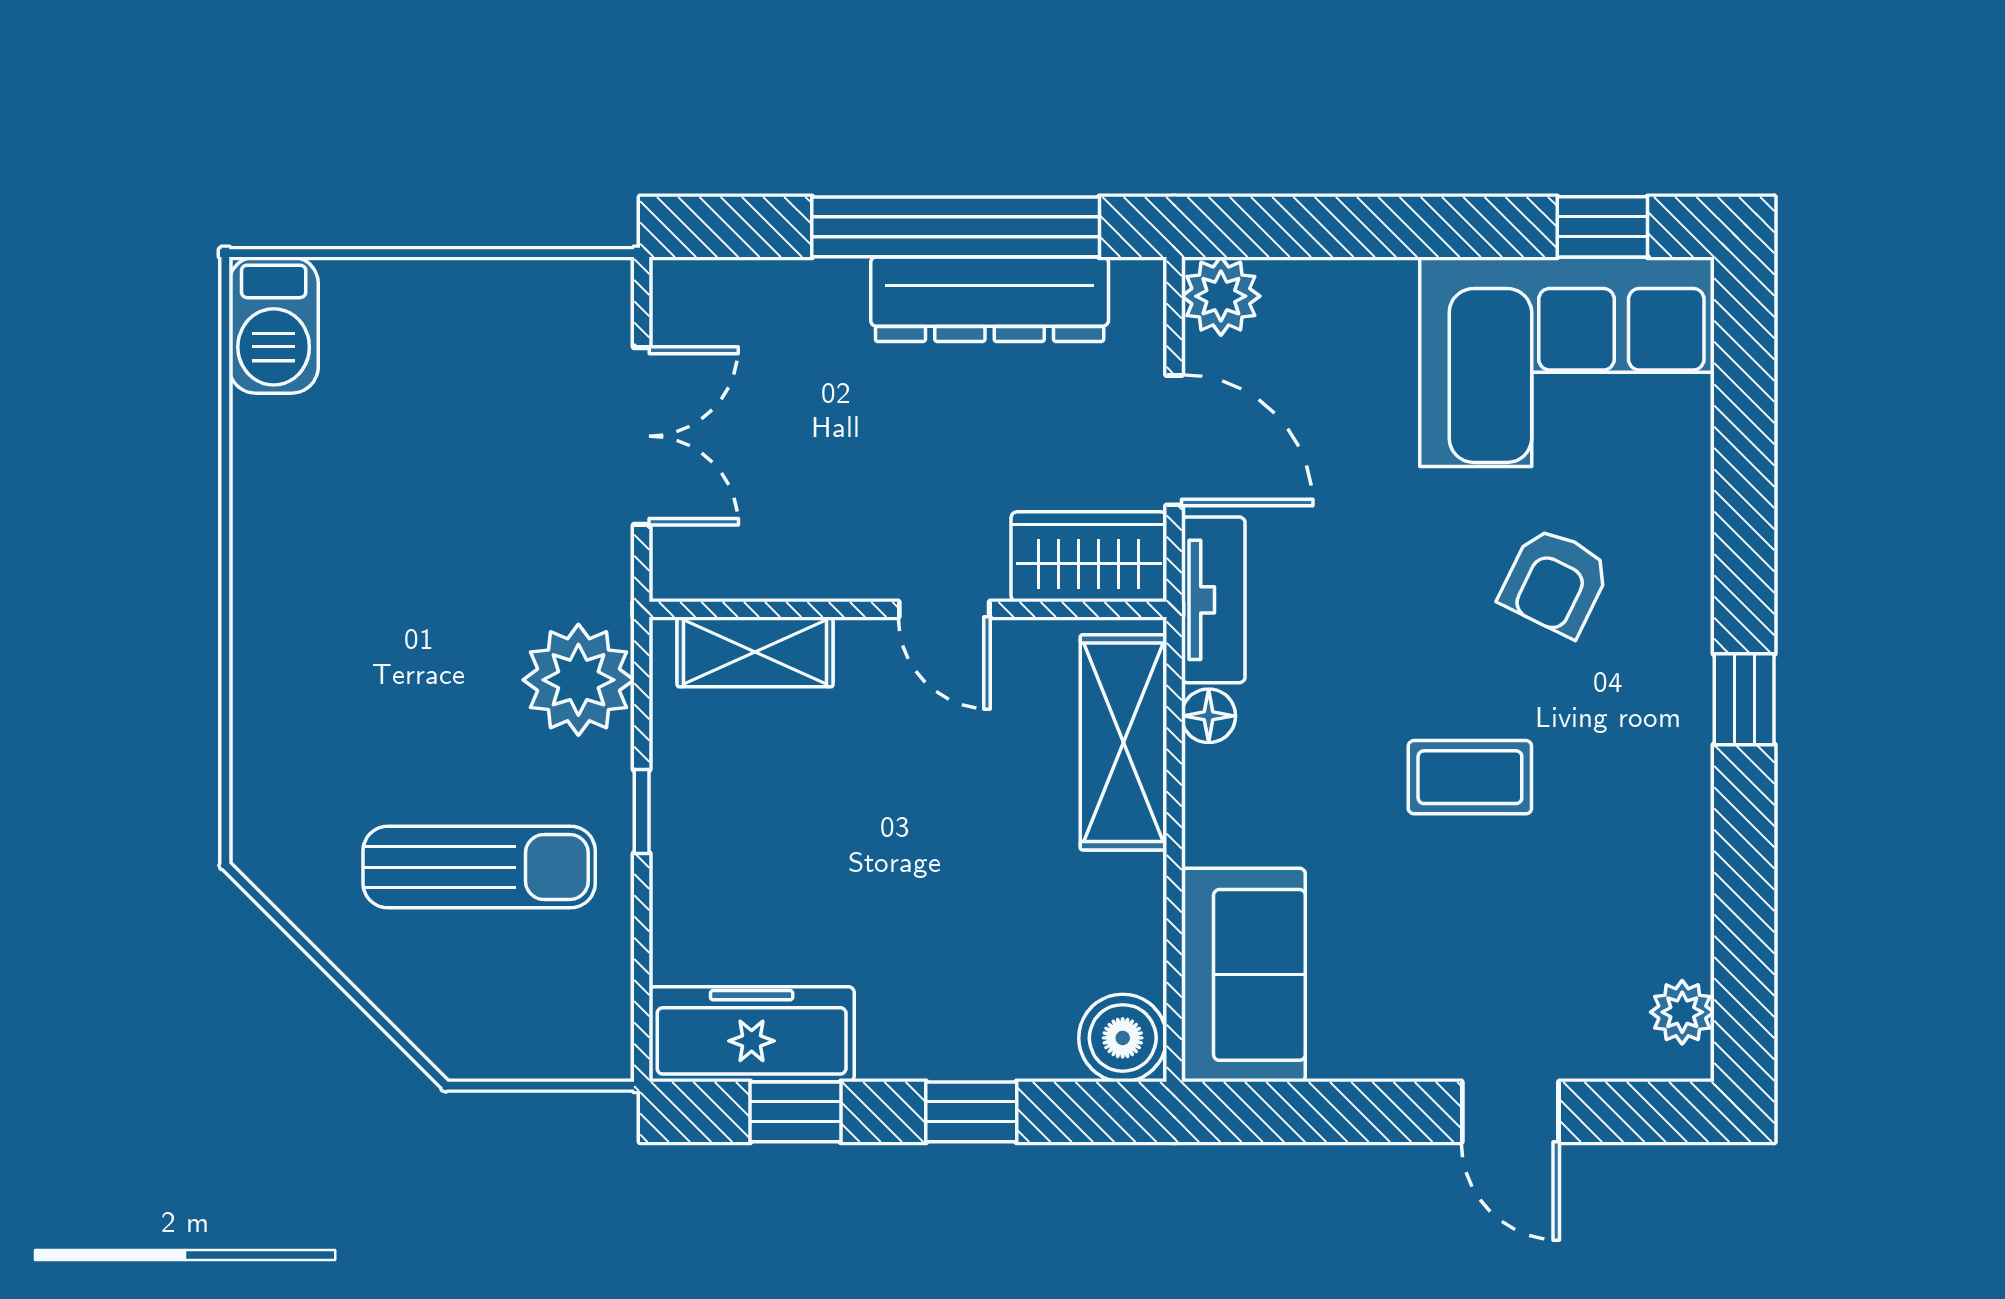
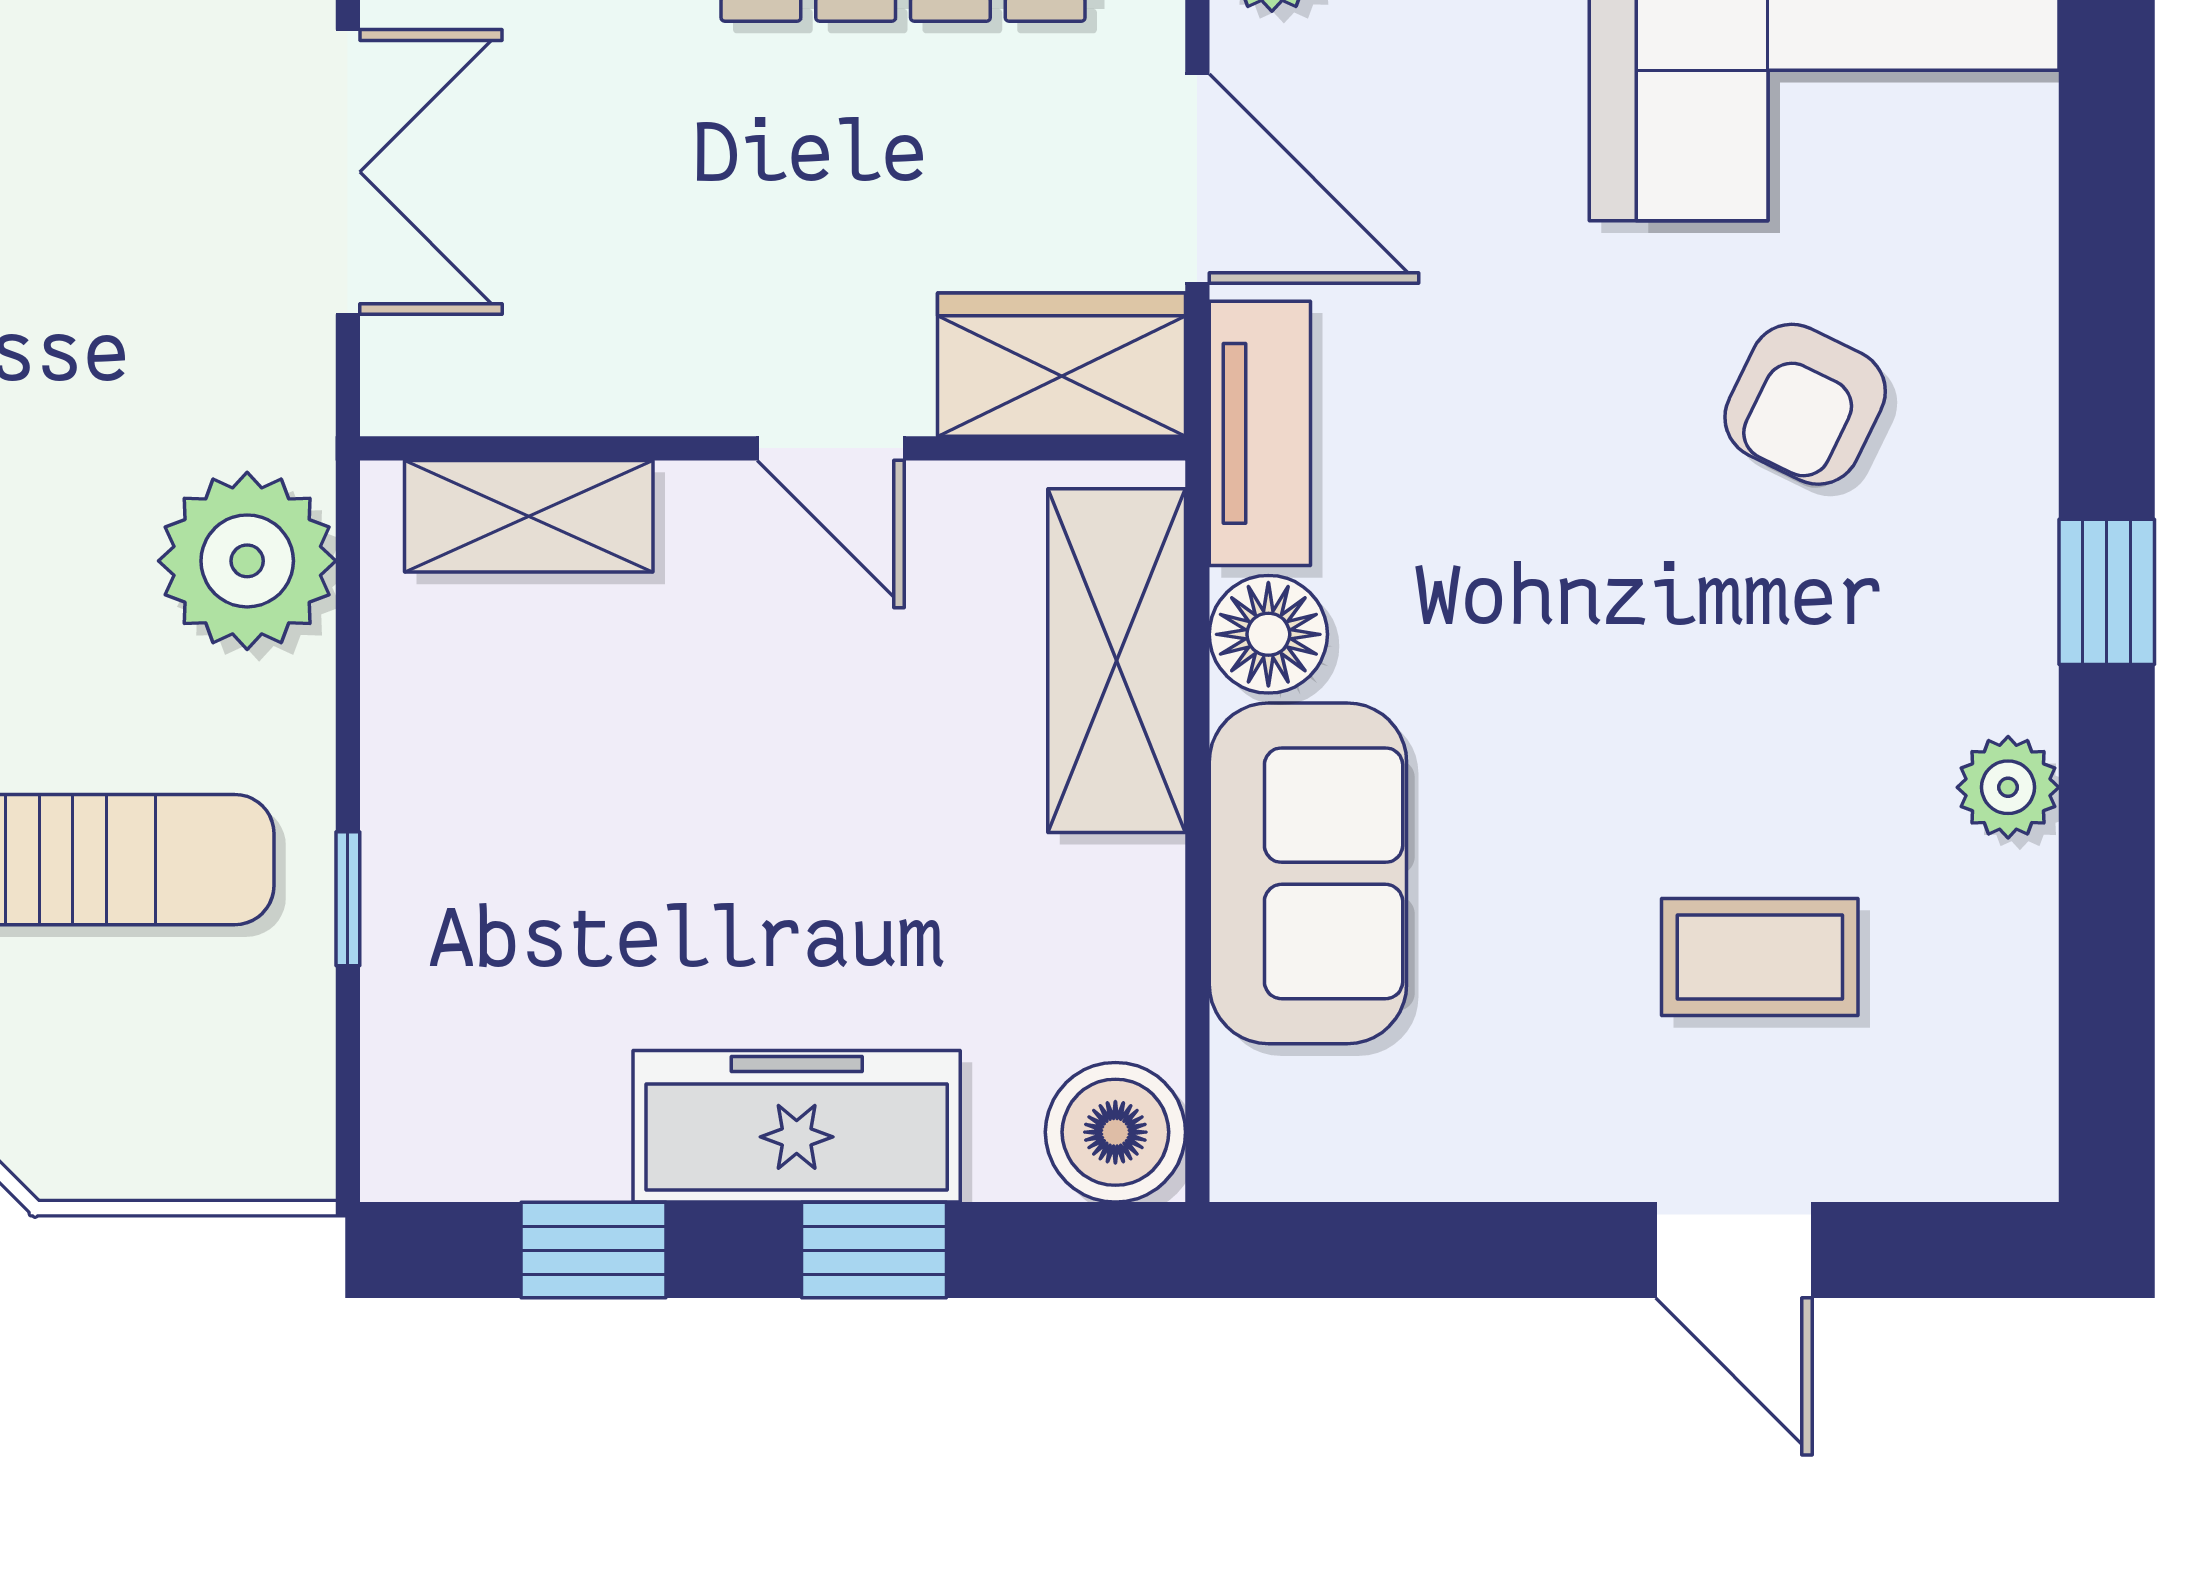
floor lamp: (1209, 716) -> (1268, 634), width x1.37, depth x1.37
coffee table: (1470, 777) -> (1760, 957), moved
window: (642, 811) -> (348, 899), moved
sofa: (1243, 975) -> (1308, 873), moved
plant: (1682, 1012) -> (2008, 787), moved
freezer: (752, 1034) -> (797, 1126), moved

